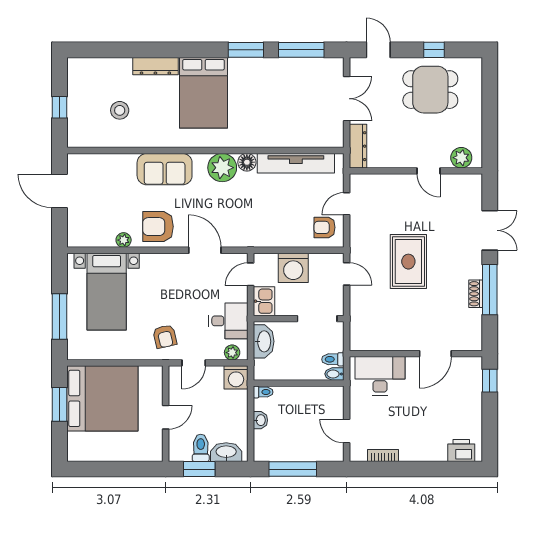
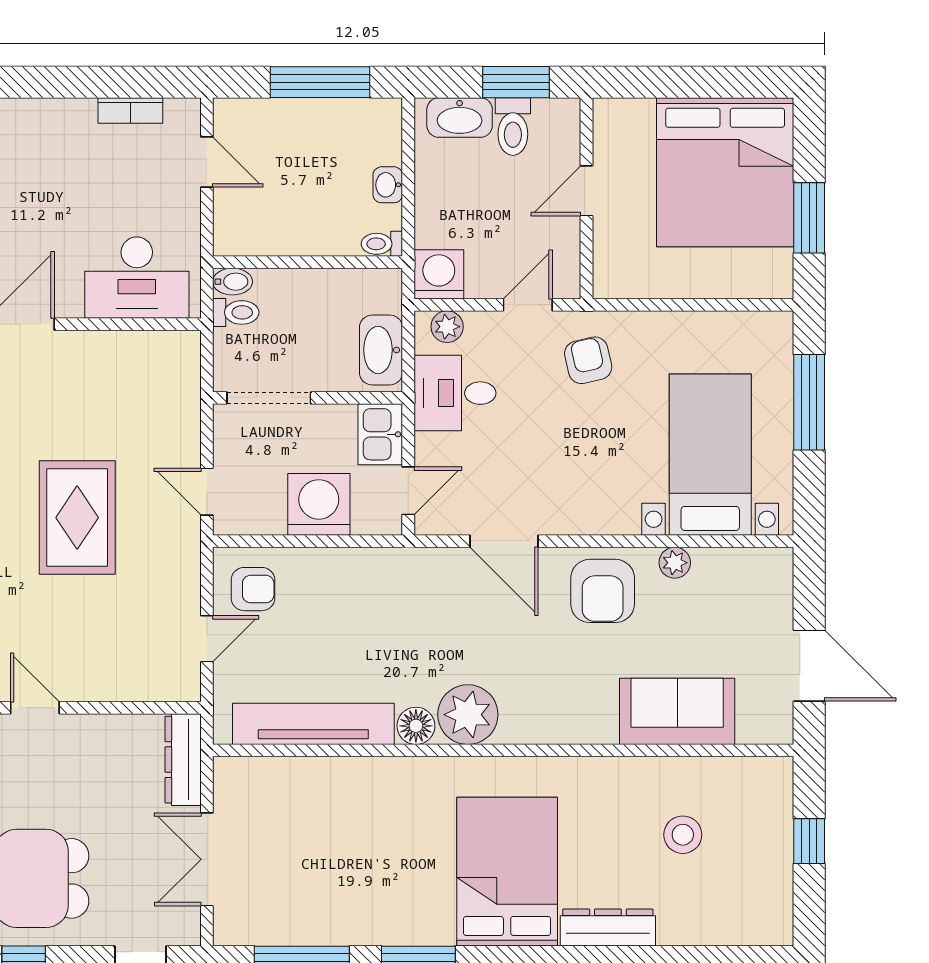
sofa: (165, 169) -> (677, 711), moved
armchair: (158, 227) -> (603, 591), turned 90
bed: (102, 398) -> (725, 172), moved, turned -90

